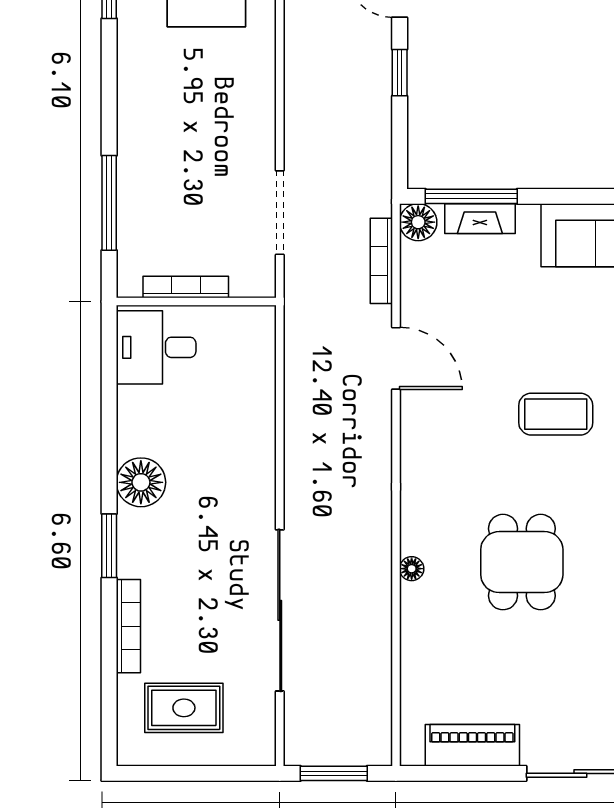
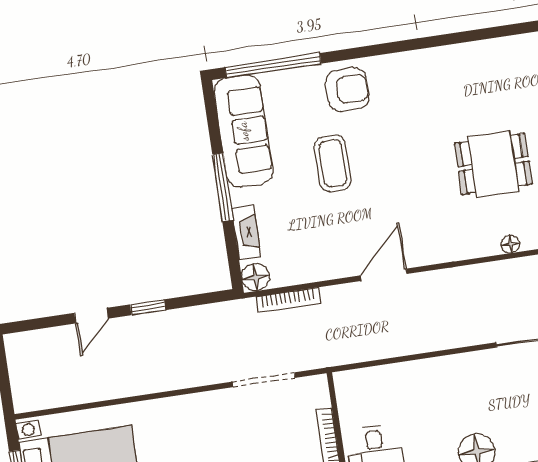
window: (471, 196) -> (223, 187), moved
door: (396, 358) -> (384, 275), moved
coffee table: (556, 414) -> (333, 163), moved

